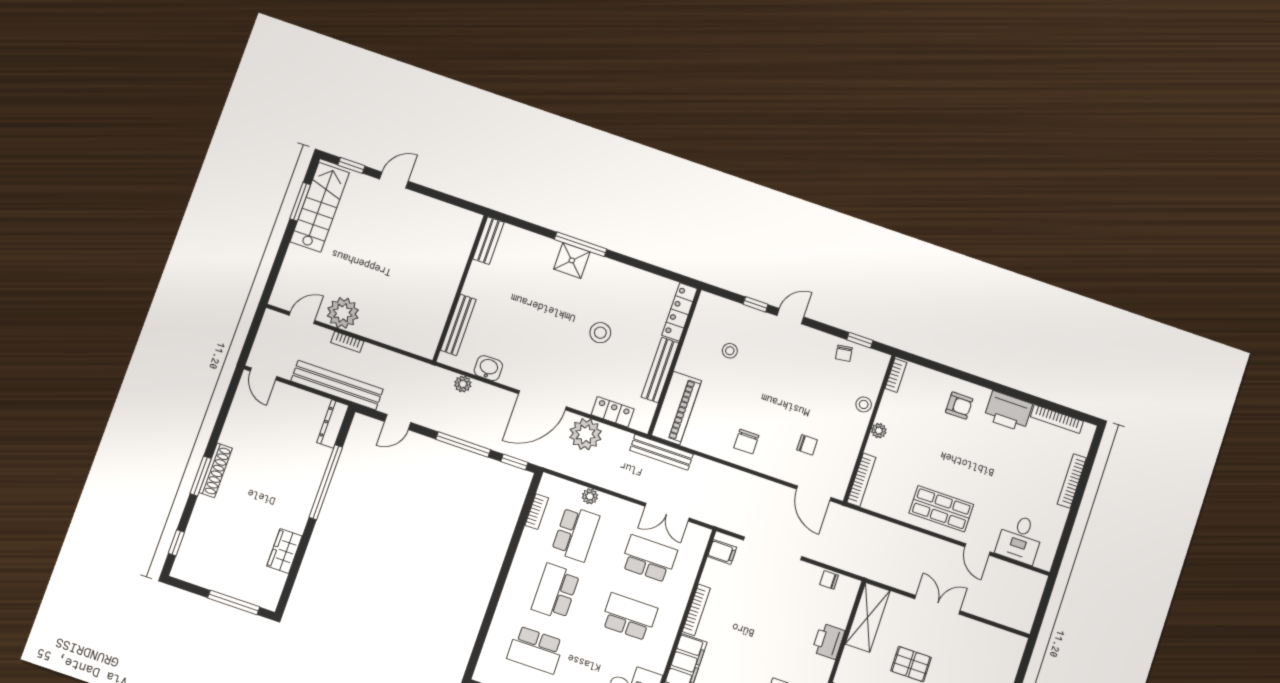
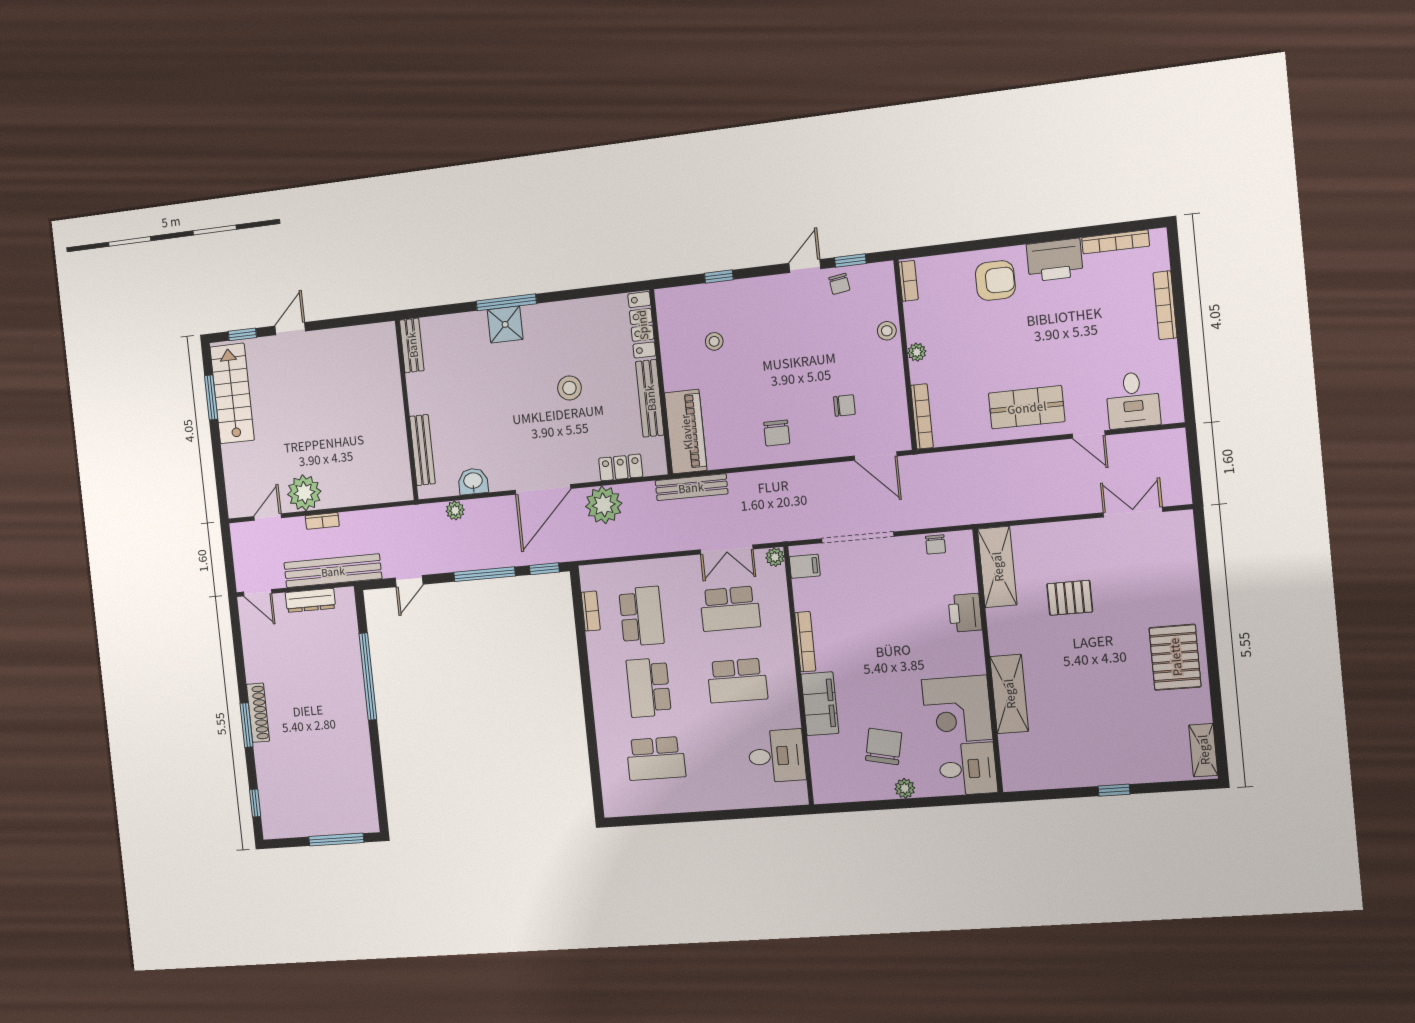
door: (790, 316) -> (805, 266), moved
armchair: (959, 406) -> (995, 280), width x1.38, depth x1.38
dresser: (333, 424) -> (310, 600), moved, turned -90
plant: (590, 496) -> (775, 557), moved
wardrobe: (284, 551) -> (361, 766), removed
school desk: (649, 559) -> (730, 609), turned 180
chair: (829, 580) -> (935, 544), turned -90
double door: (937, 605) -> (1133, 512), moved
school desk: (629, 617) -> (737, 681), turned 180

